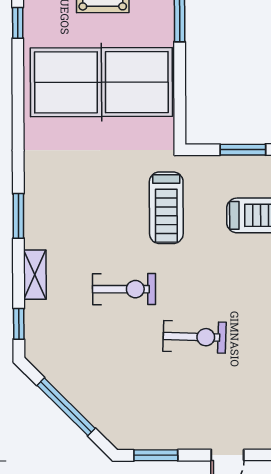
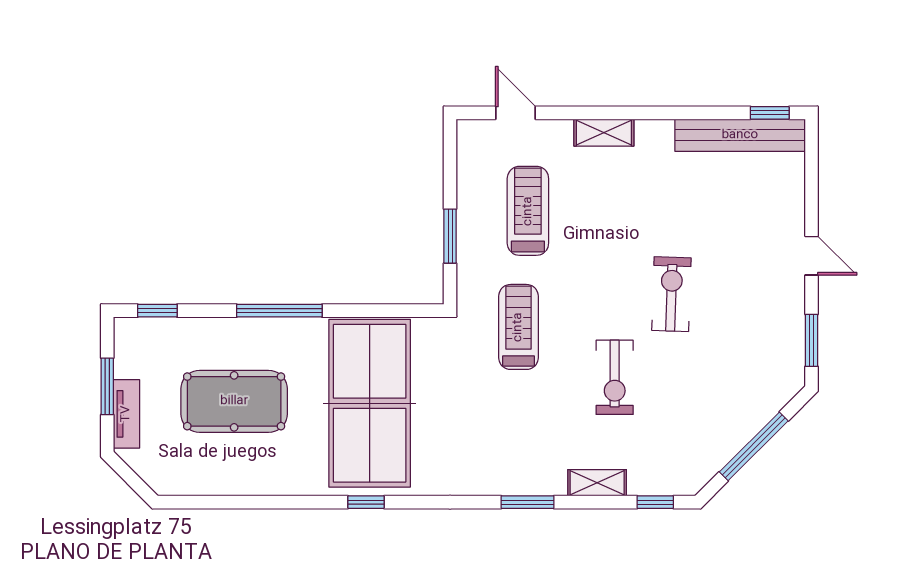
window: (18, 23) -> (366, 502), moved
treadmill: (166, 208) -> (518, 327), turned -90
exercise bike: (124, 289) -> (615, 377), turned 180

